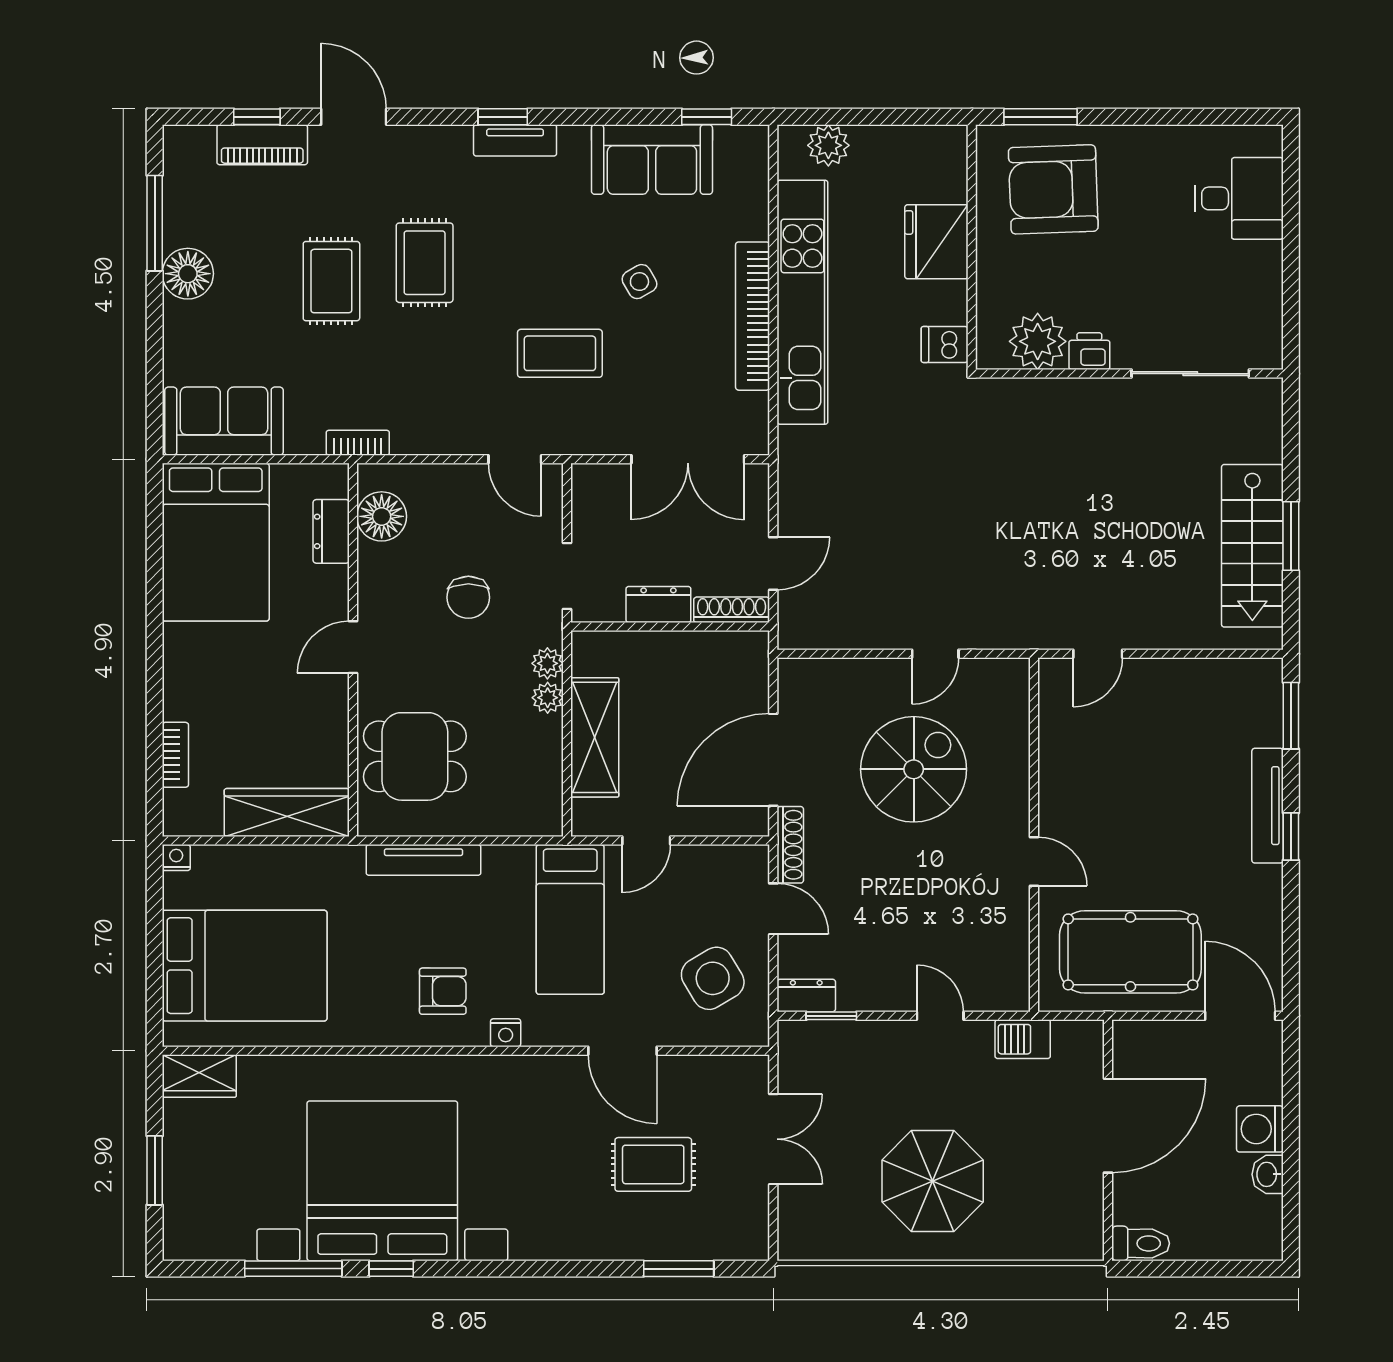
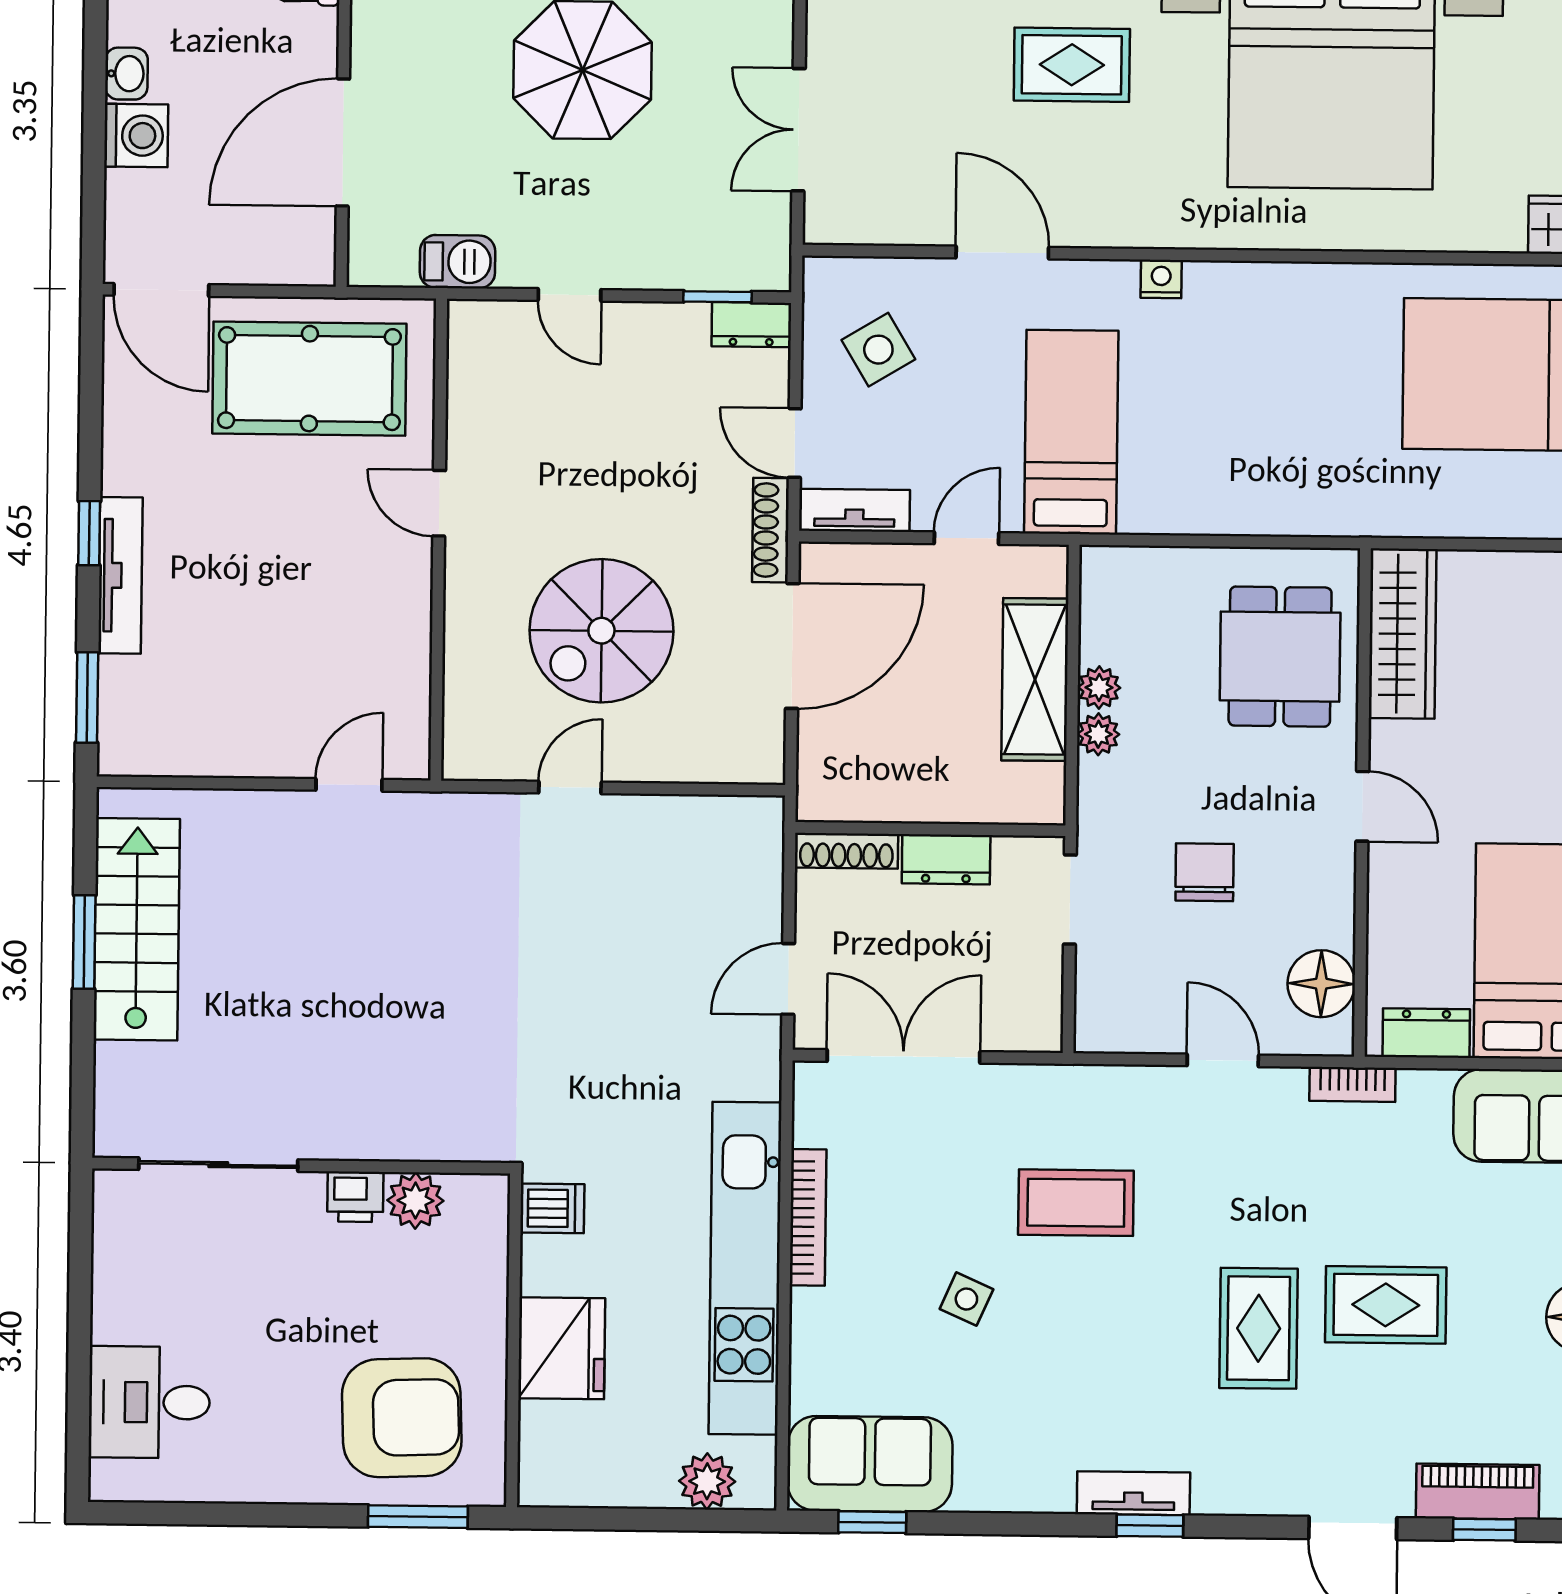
sofa: (652, 159) -> (870, 1464), moved
rug: (331, 281) -> (1386, 1305), turned 90
side table: (639, 282) -> (966, 1299), turned -36
bookcase: (753, 316) -> (808, 1217), width x0.68, depth x0.76
plant: (1038, 341) -> (415, 1201), width x0.73, depth x0.73
door: (515, 459) -> (1223, 1060), moved
dresser: (331, 531) -> (1426, 1033), moved, turned -90
door: (773, 564) -> (788, 979), moved
door: (353, 647) -> (1362, 806), hinge flipped
plant: (547, 663) -> (1099, 688), moved
dining table: (415, 756) -> (1280, 657), turned 90
wardrobe: (287, 813) -> (1403, 634), moved, turned -90
tv unit: (423, 860) -> (854, 510), moved, width x0.71
side table: (713, 978) -> (878, 350), width x0.73, depth x0.73
armchair: (443, 991) -> (1246, 337), removed
rug: (653, 1164) -> (1072, 65), moved

